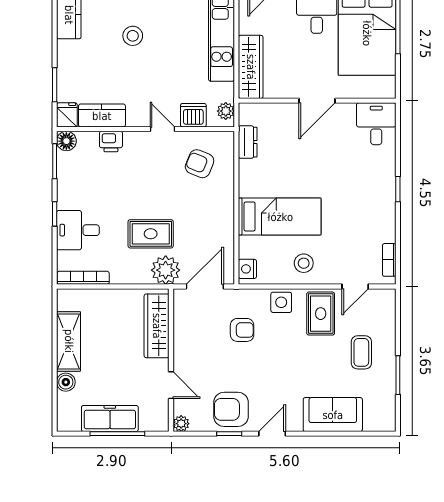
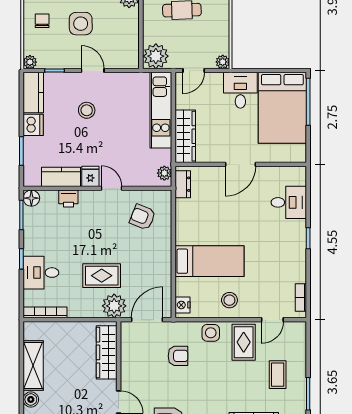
fridge: (67, 115) -> (90, 176), moved
dishwasher: (193, 115) -> (33, 125), moved, turned 90
desk: (376, 124) -> (289, 202), moved, turned 90
dresser: (248, 142) -> (183, 184), moved

